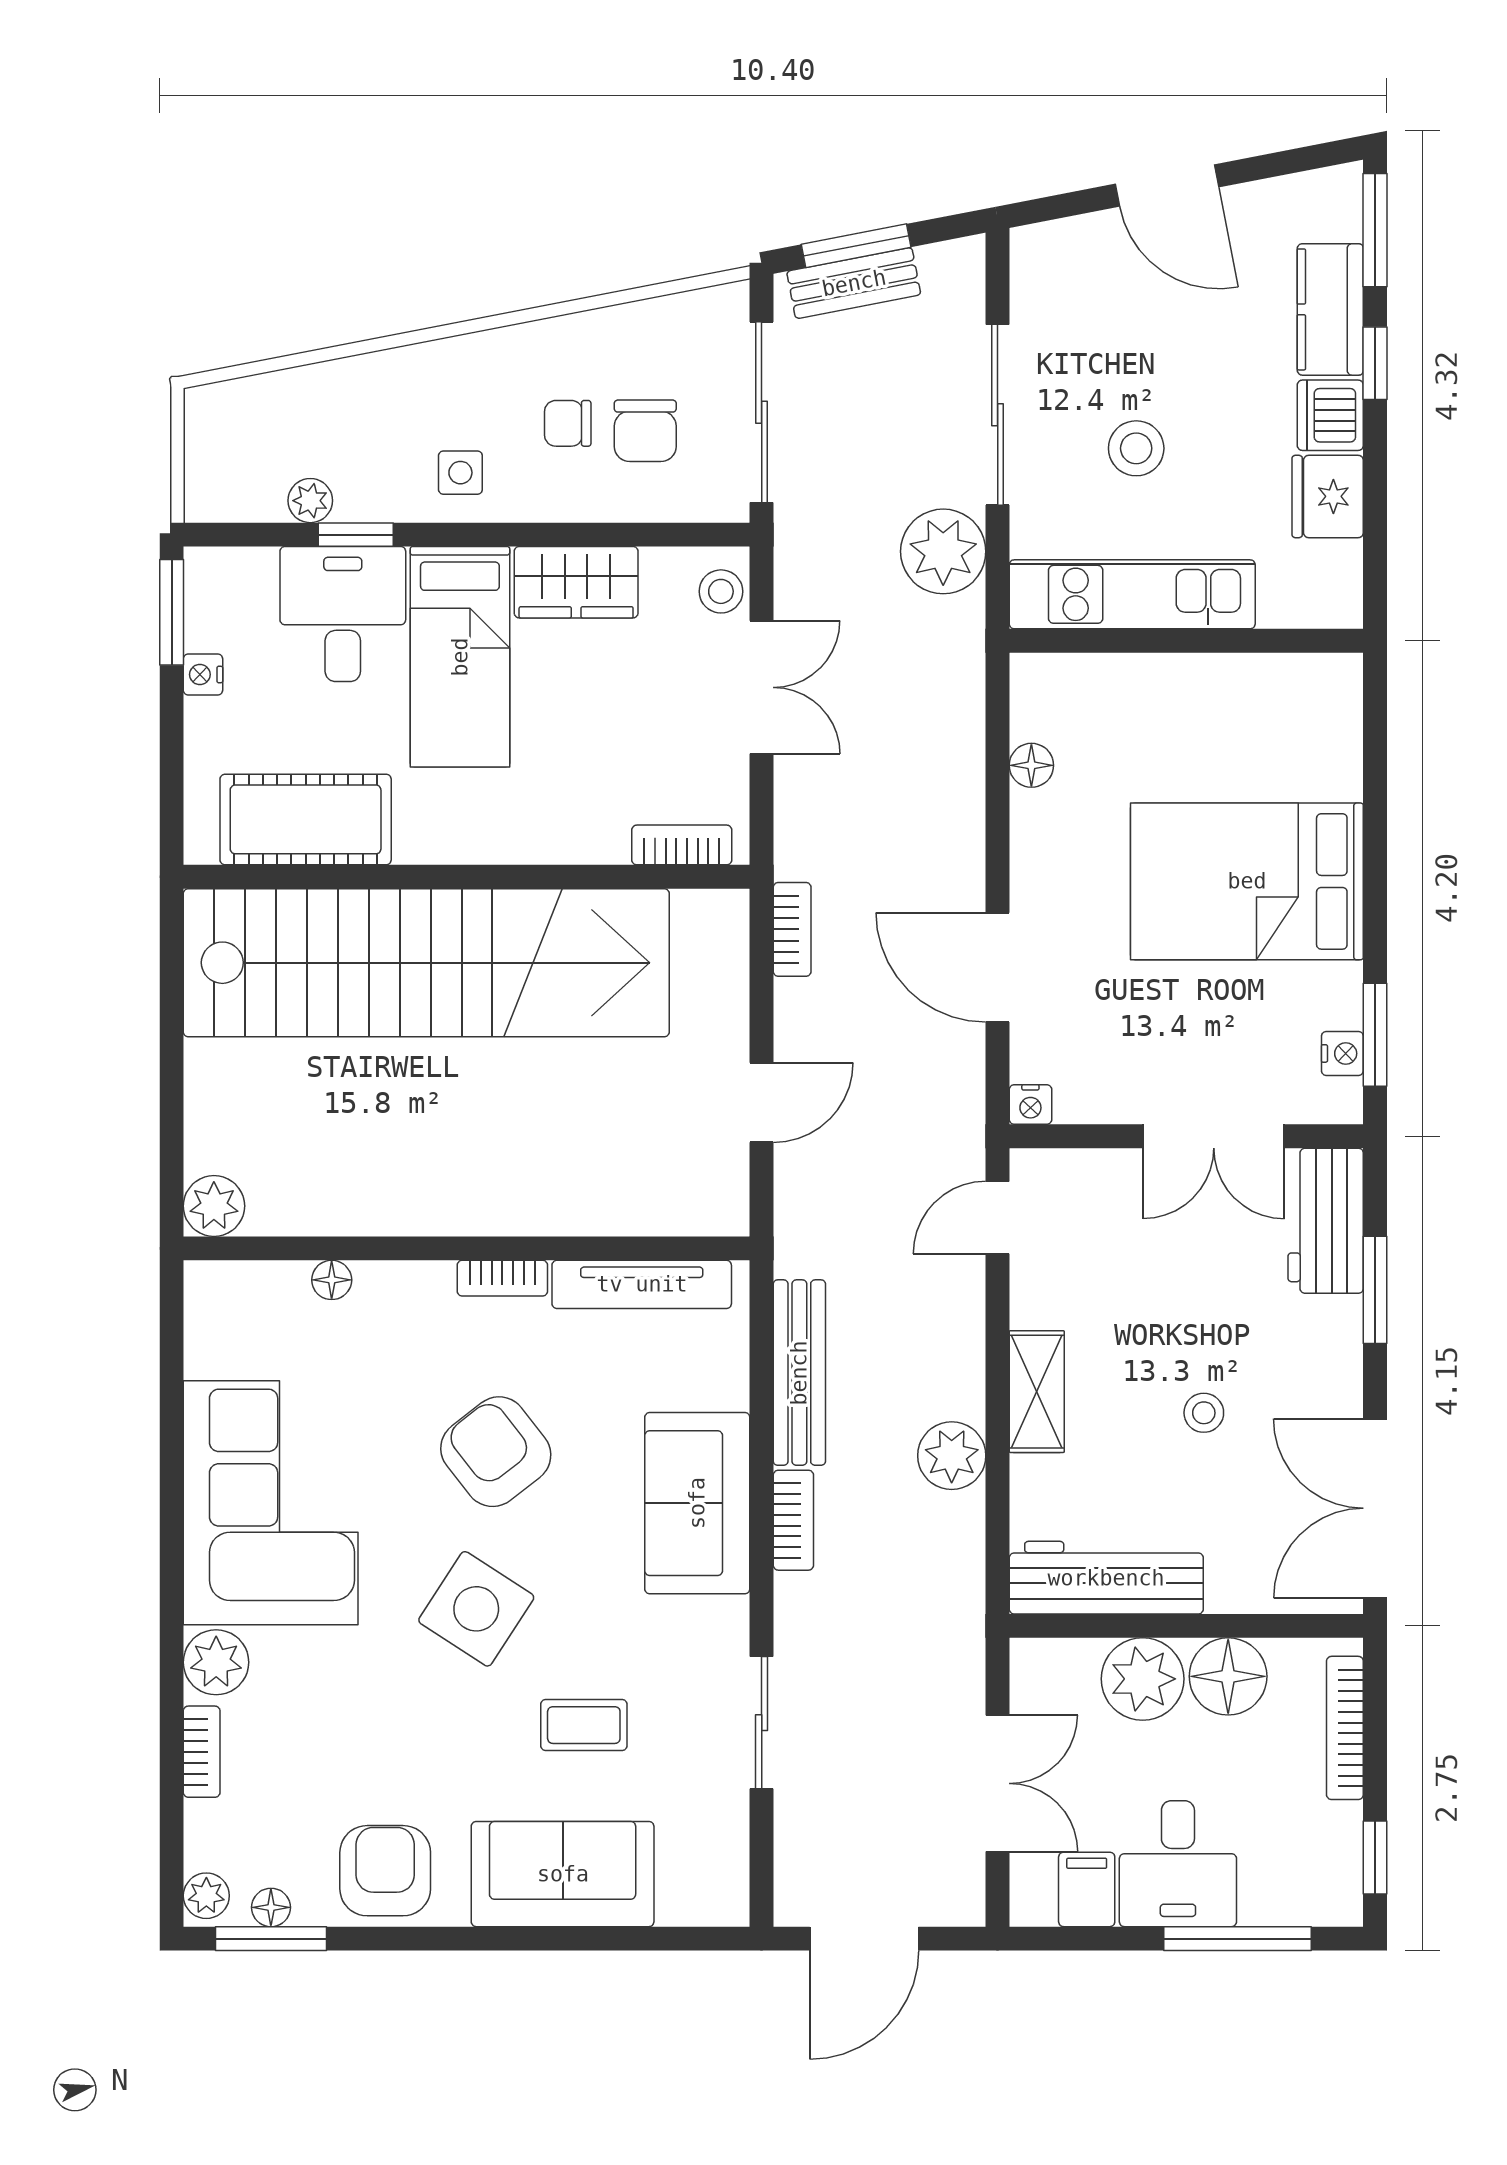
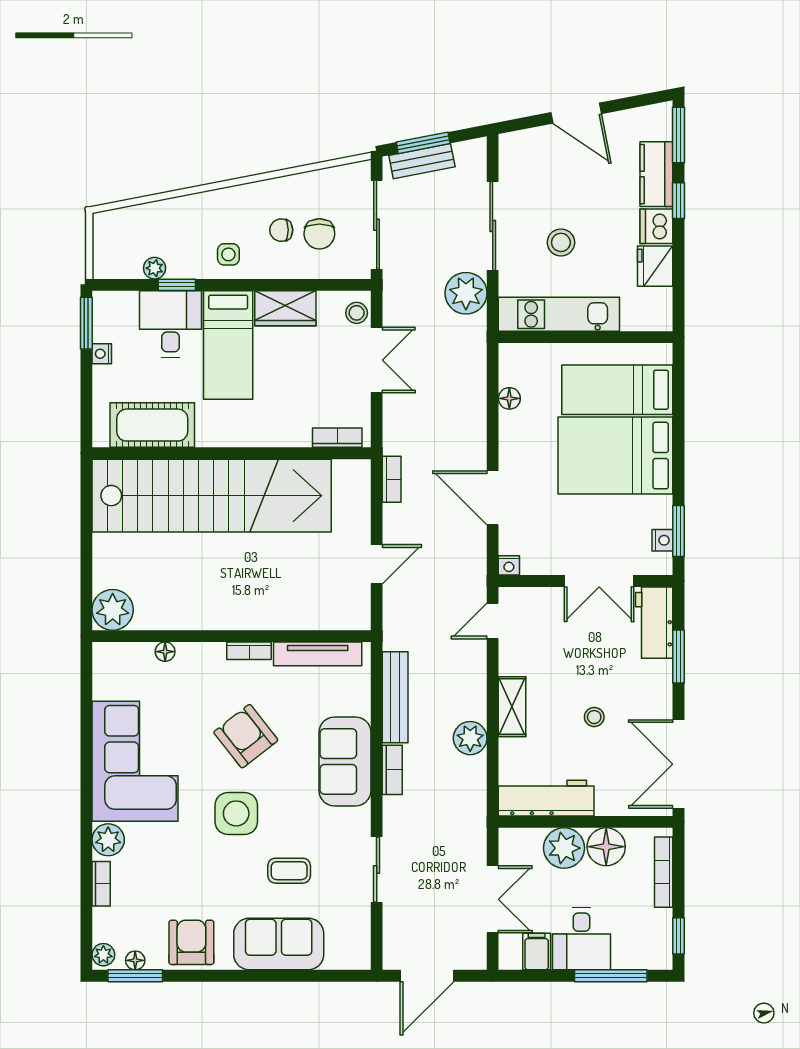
bed: (1251, 748) -> (617, 390), added
plant: (214, 1206) -> (113, 610), width x1.36, depth x1.36
side table: (476, 1609) -> (236, 813), turned -33

